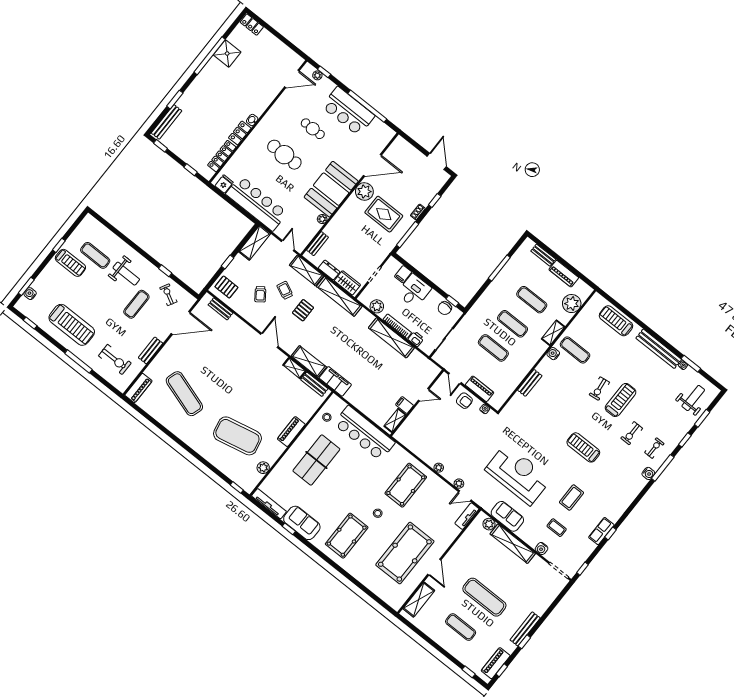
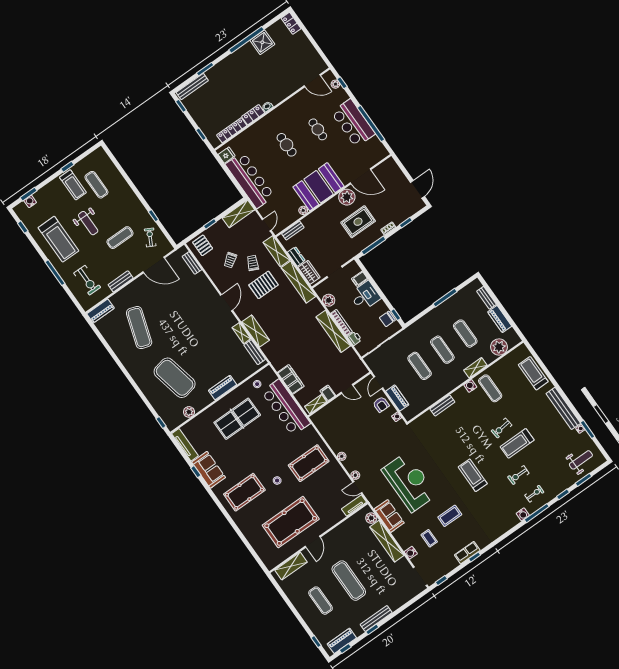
cafe table: (284, 155) -> (287, 145), width x0.73, depth x0.74
rug: (384, 214) -> (358, 222), turned 90
weight bench: (126, 274) -> (88, 223), moved
pallet: (303, 310) -> (263, 285), width x1.50, depth x1.42
filing cabinet: (335, 381) -> (291, 379), moved
treadmill: (621, 400) -> (517, 443), turned 180

